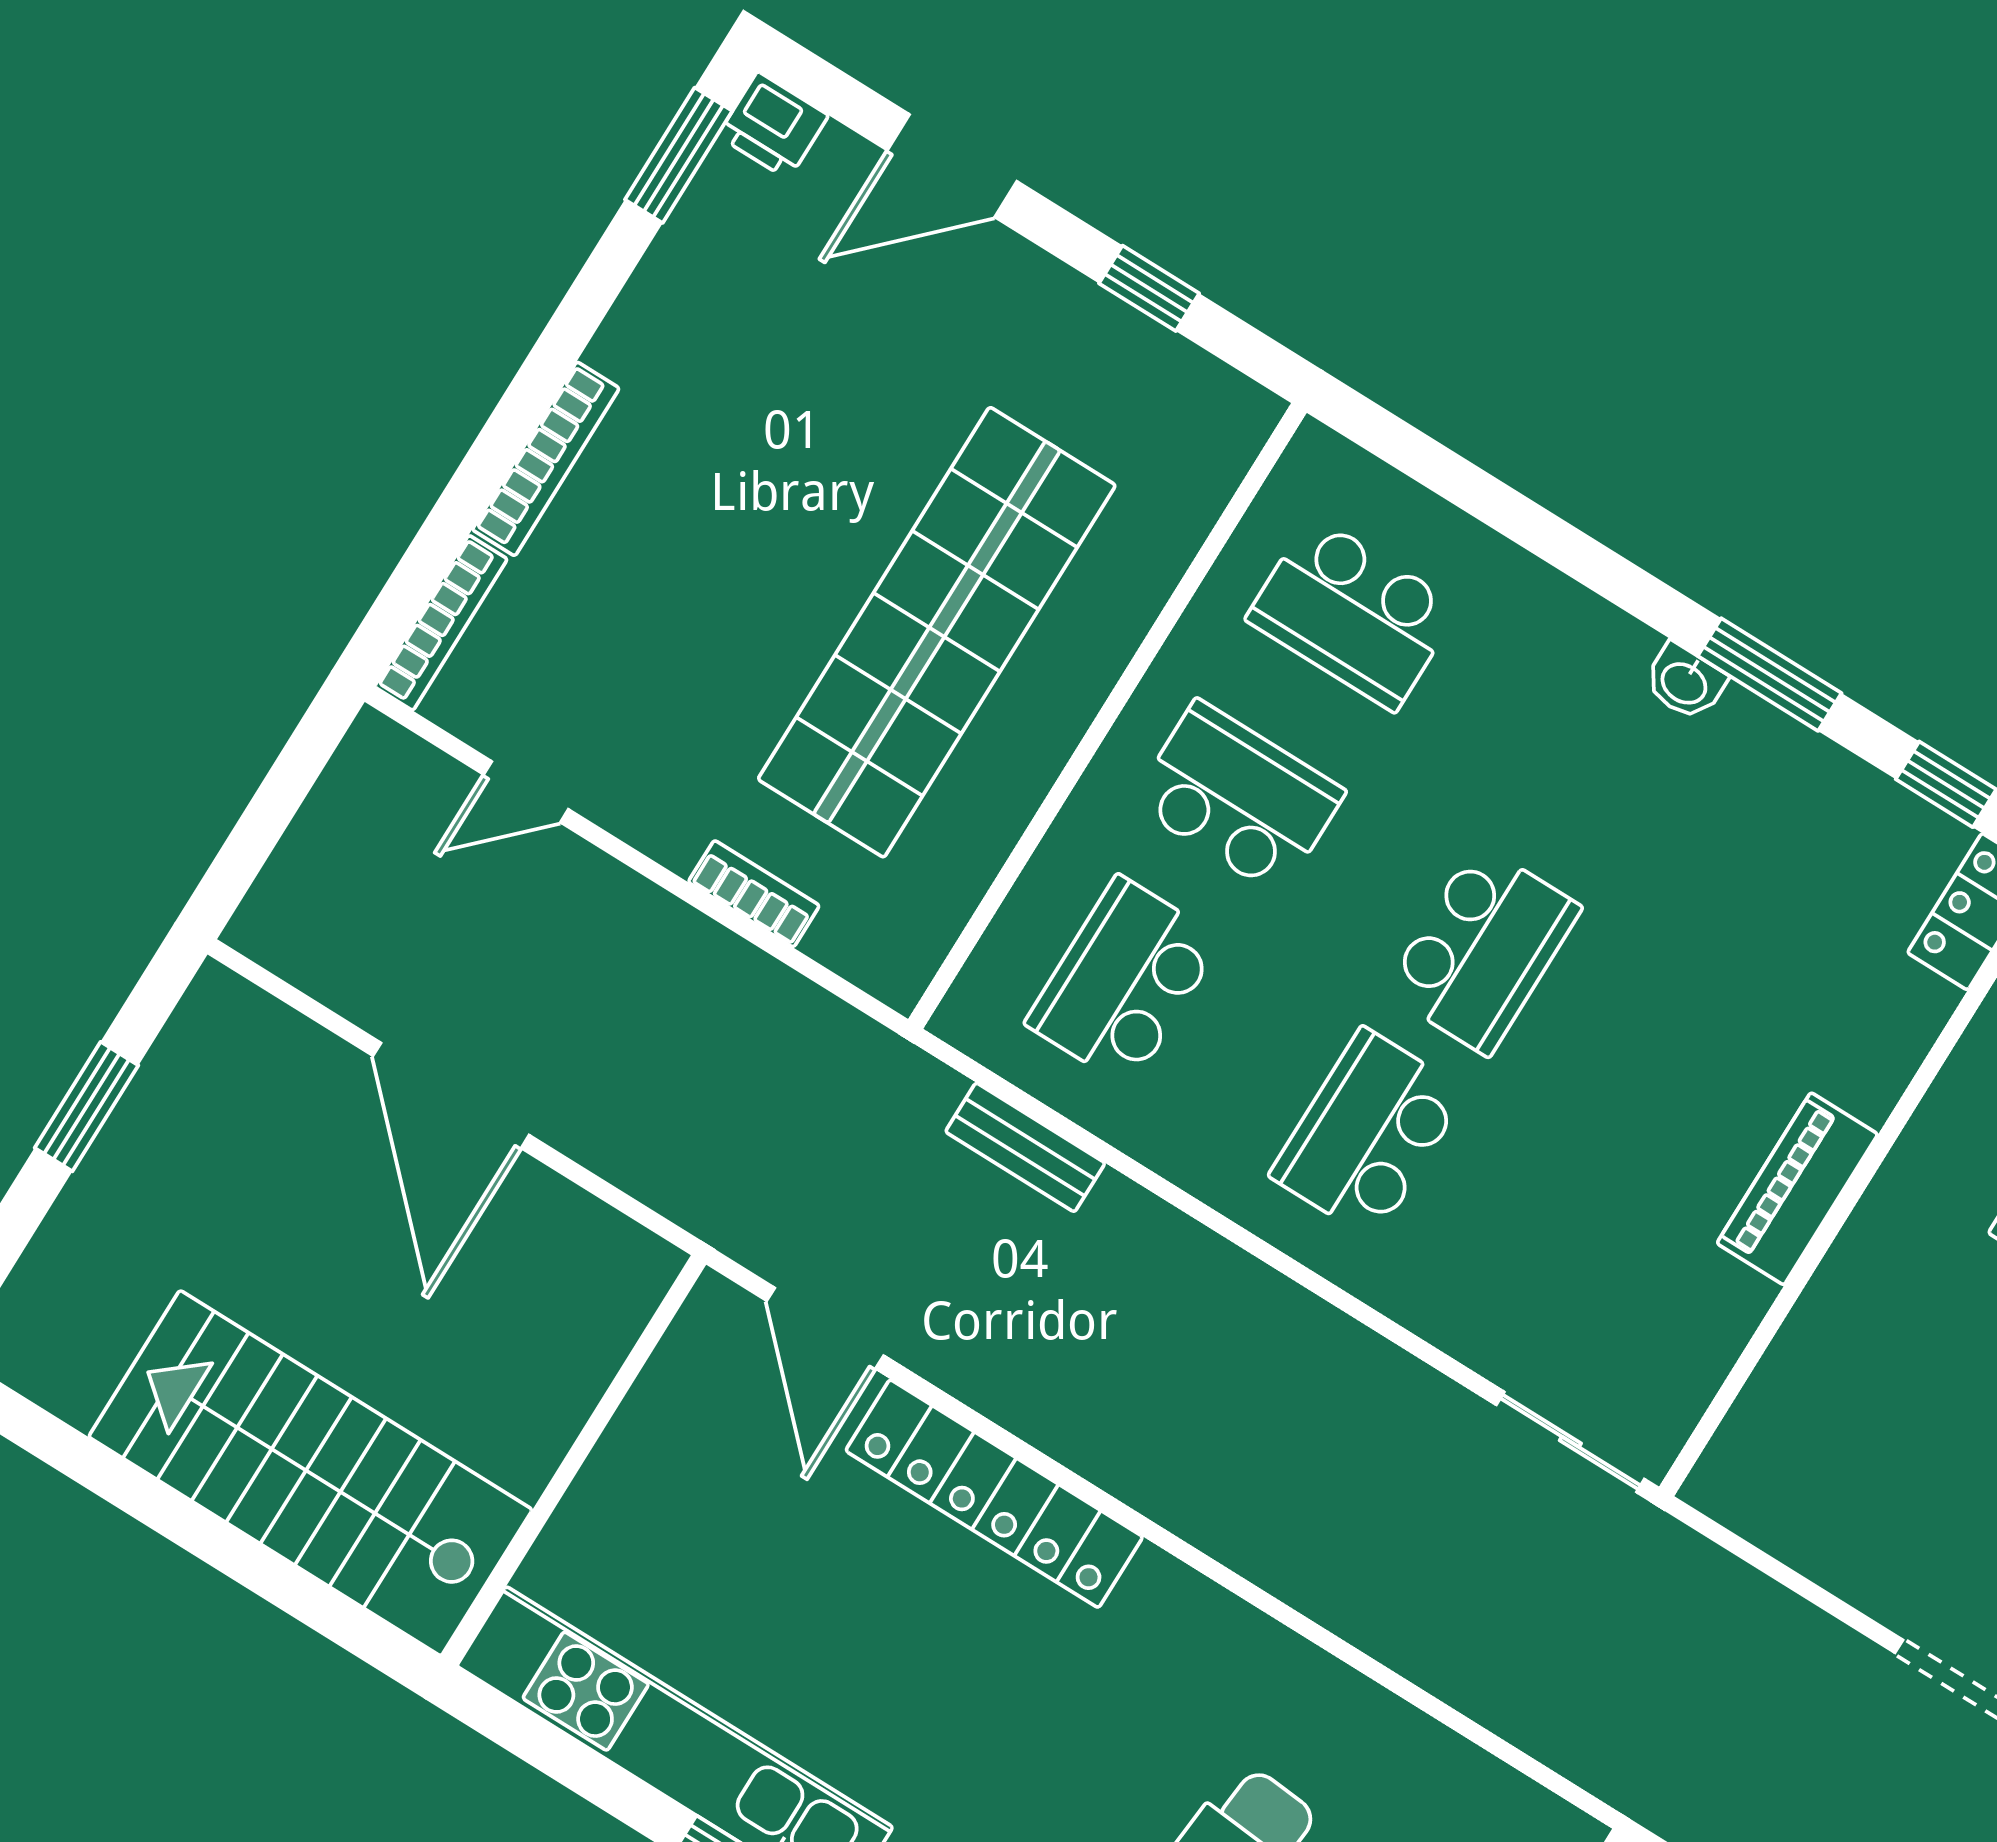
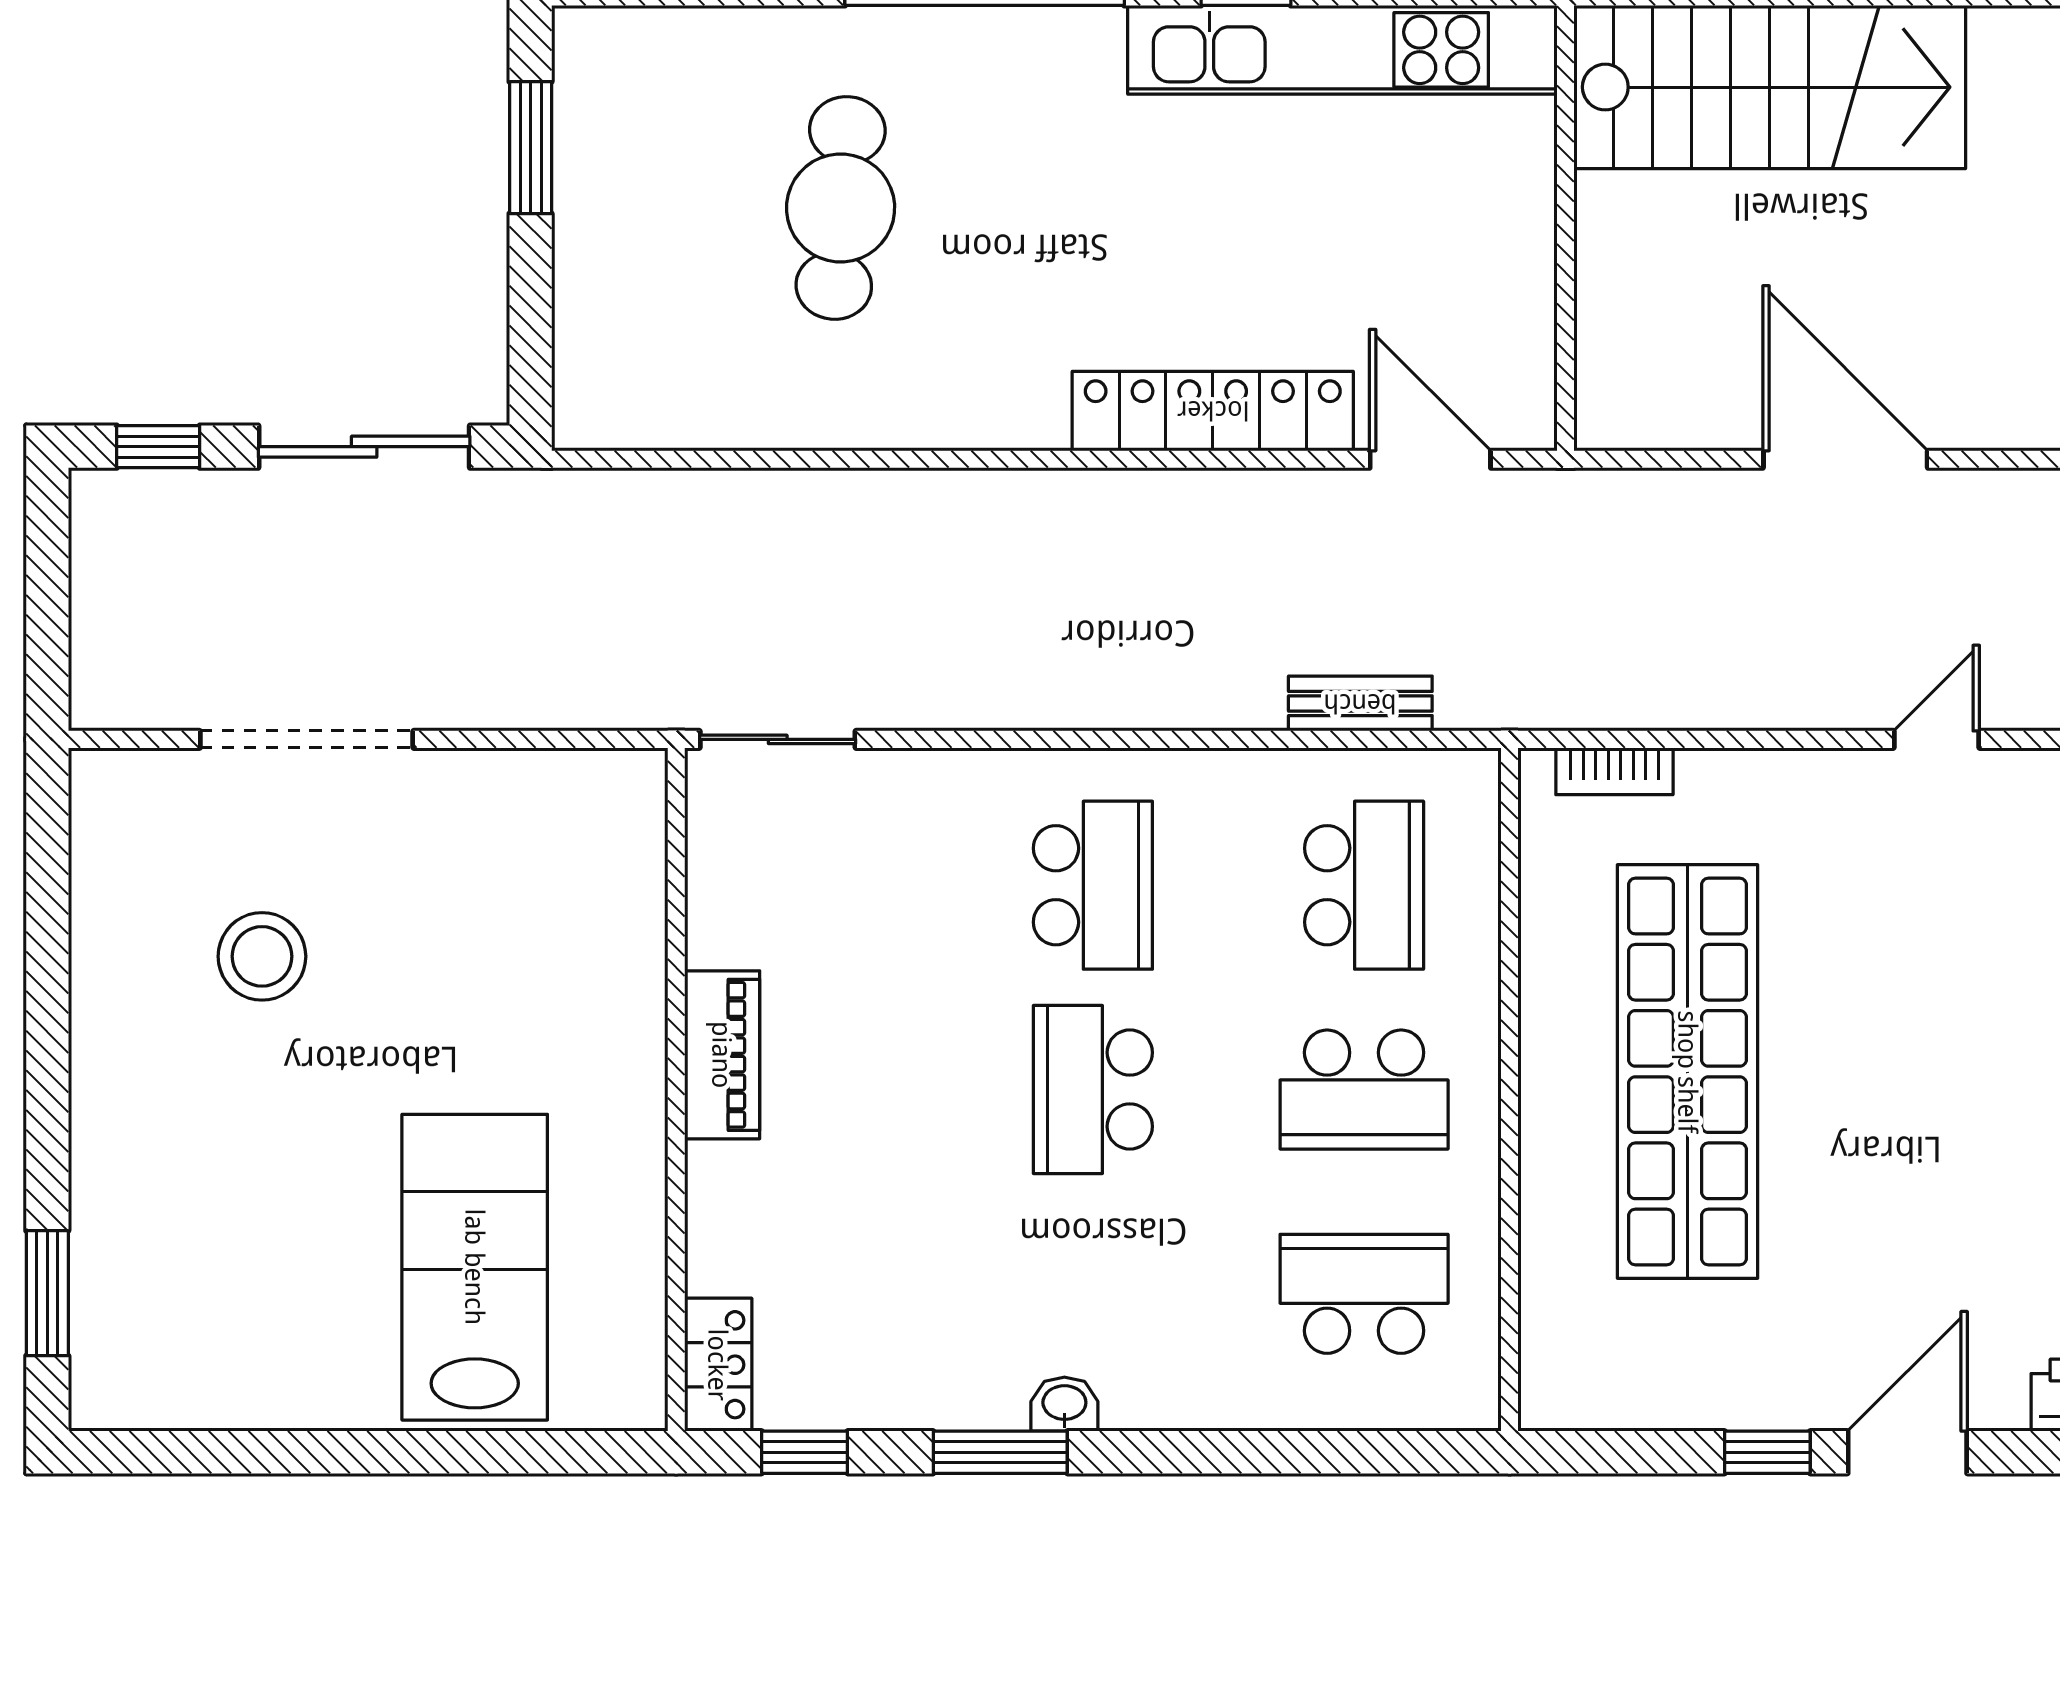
window: (1149, 288) -> (1767, 1452), moved
bookcase: (754, 894) -> (1614, 771), moved

